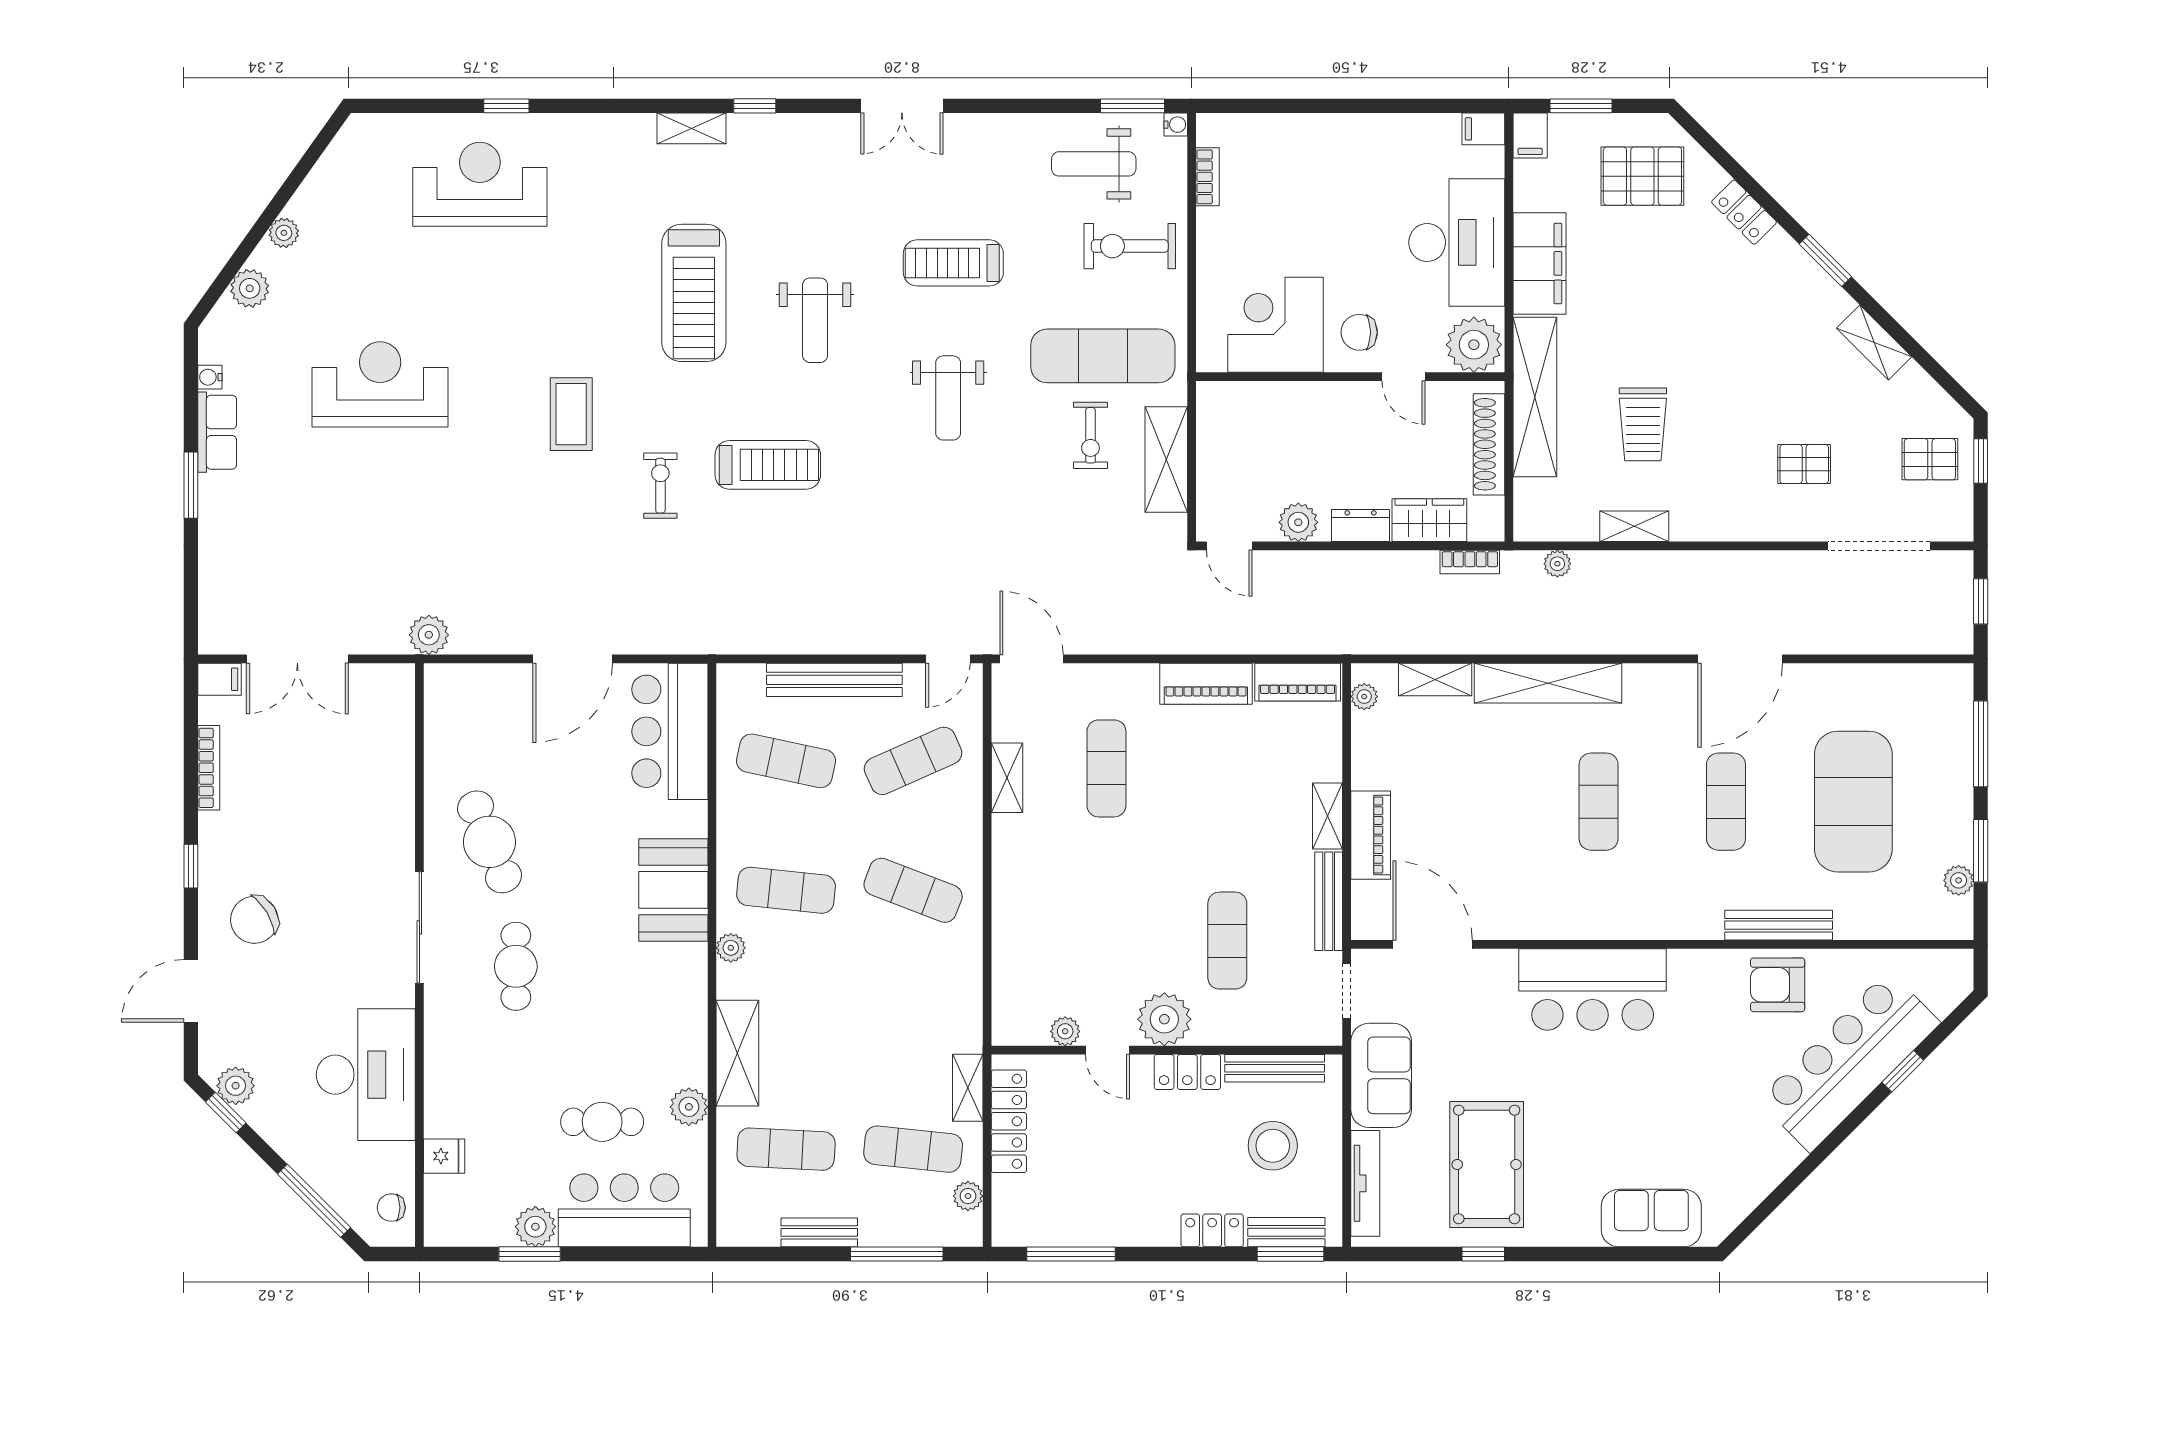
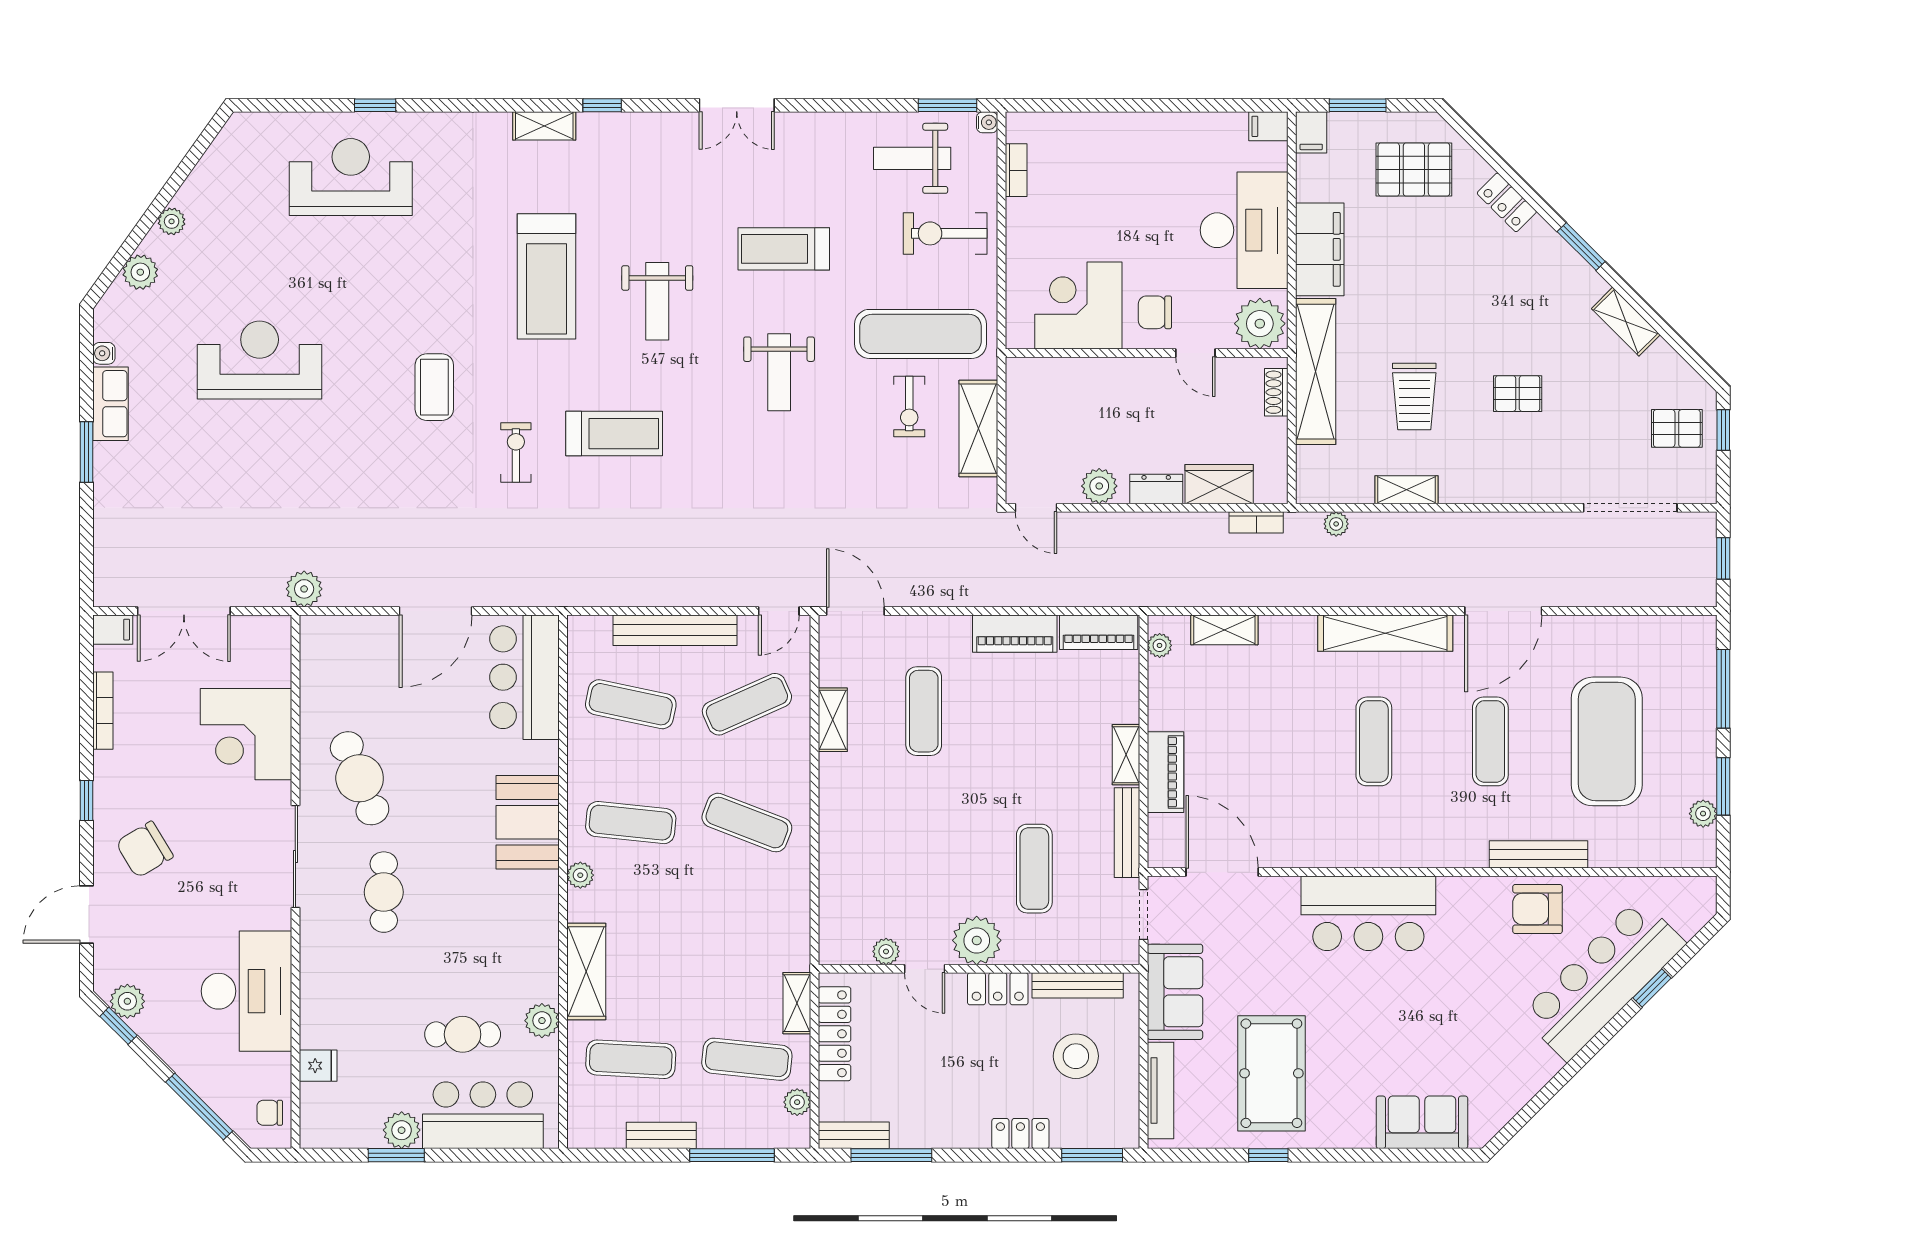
shoe rack: (1489, 444) -> (1276, 392), width x0.51, depth x0.81
pallet: (1804, 464) -> (1518, 394), moved
shelving: (1548, 683) -> (1385, 633), moved
corner desk: (365, 794) -> (246, 734), added
bench: (1286, 1232) -> (854, 1135), moved

